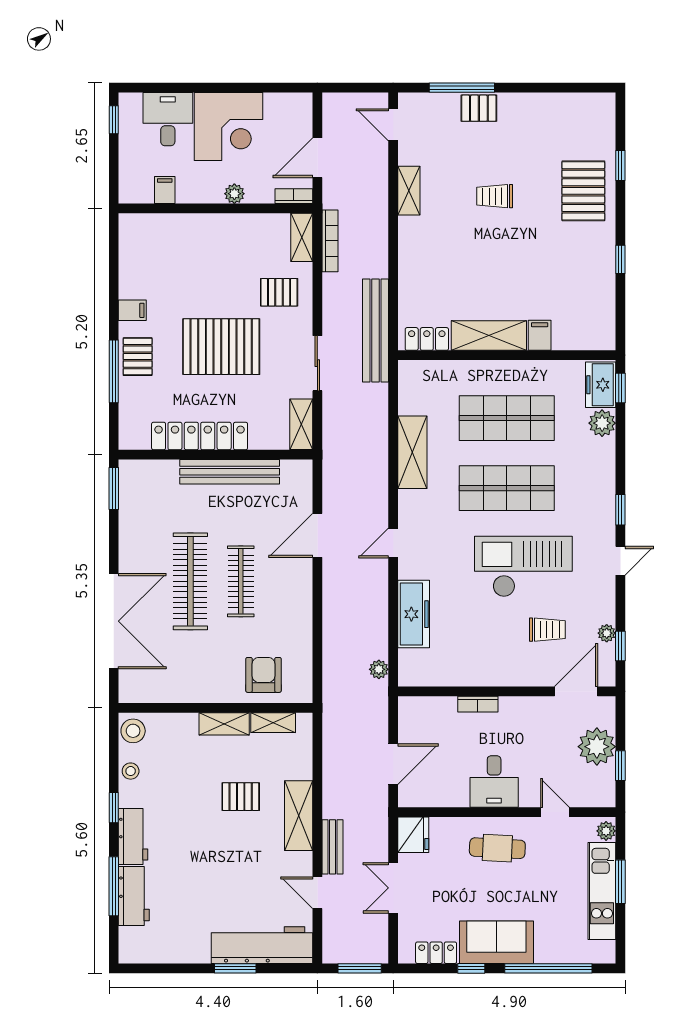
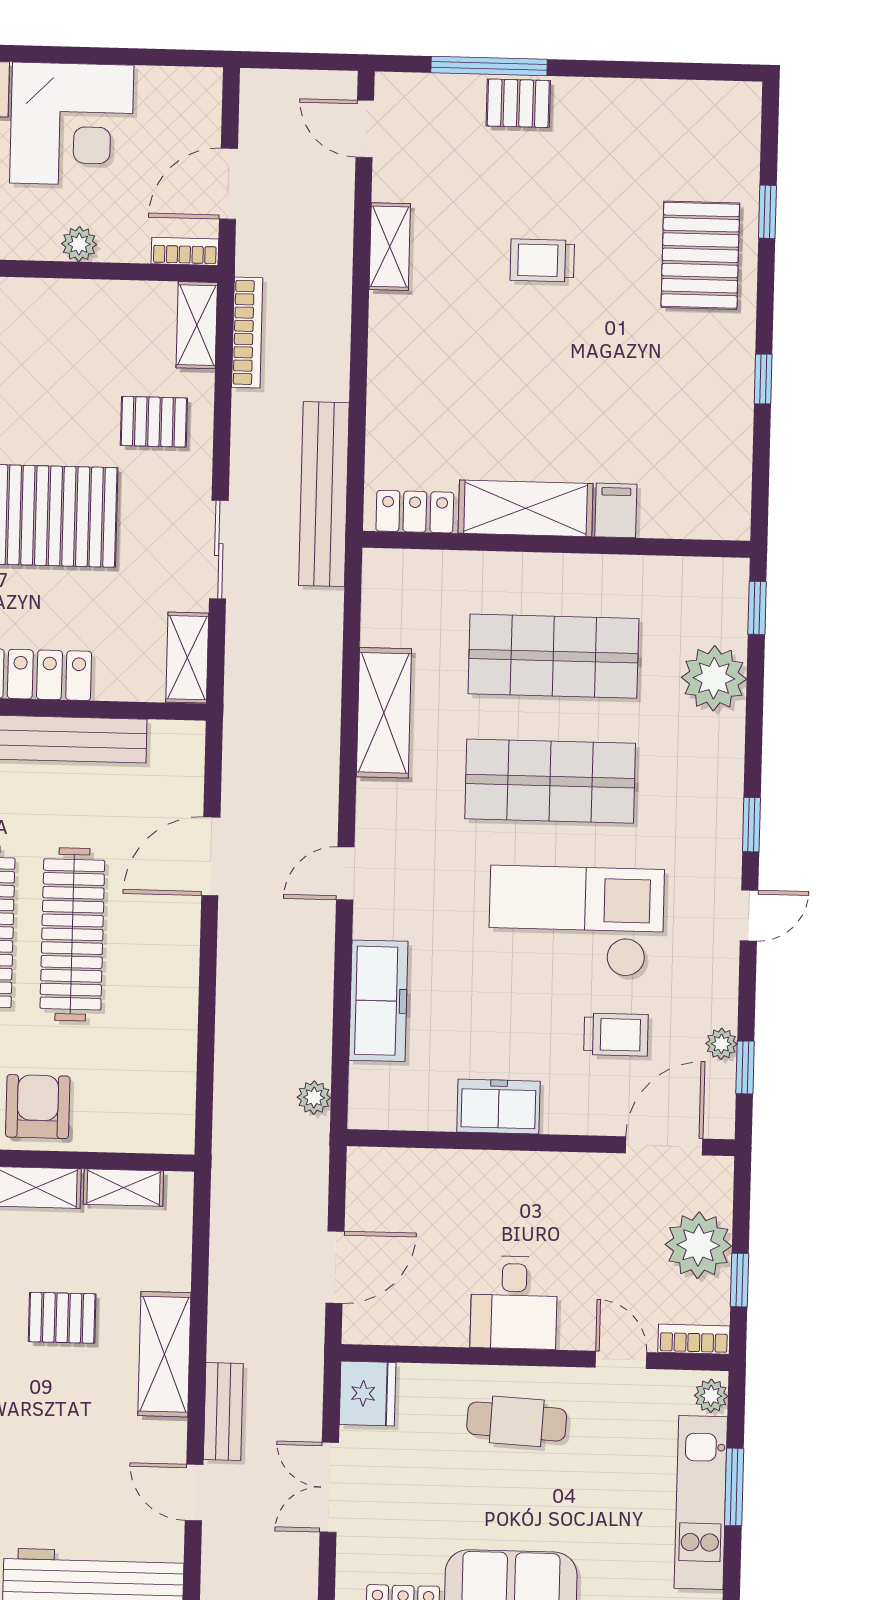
freezer: (601, 385) -> (498, 1107), moved, turned 90
plant: (602, 423) -> (714, 678), width x1.36, depth x1.36
clothes rail: (241, 581) -> (72, 934), width x1.37, depth x1.31
armchair: (264, 675) -> (38, 1107), moved
bookcase: (478, 704) -> (694, 1339), moved, turned 180

